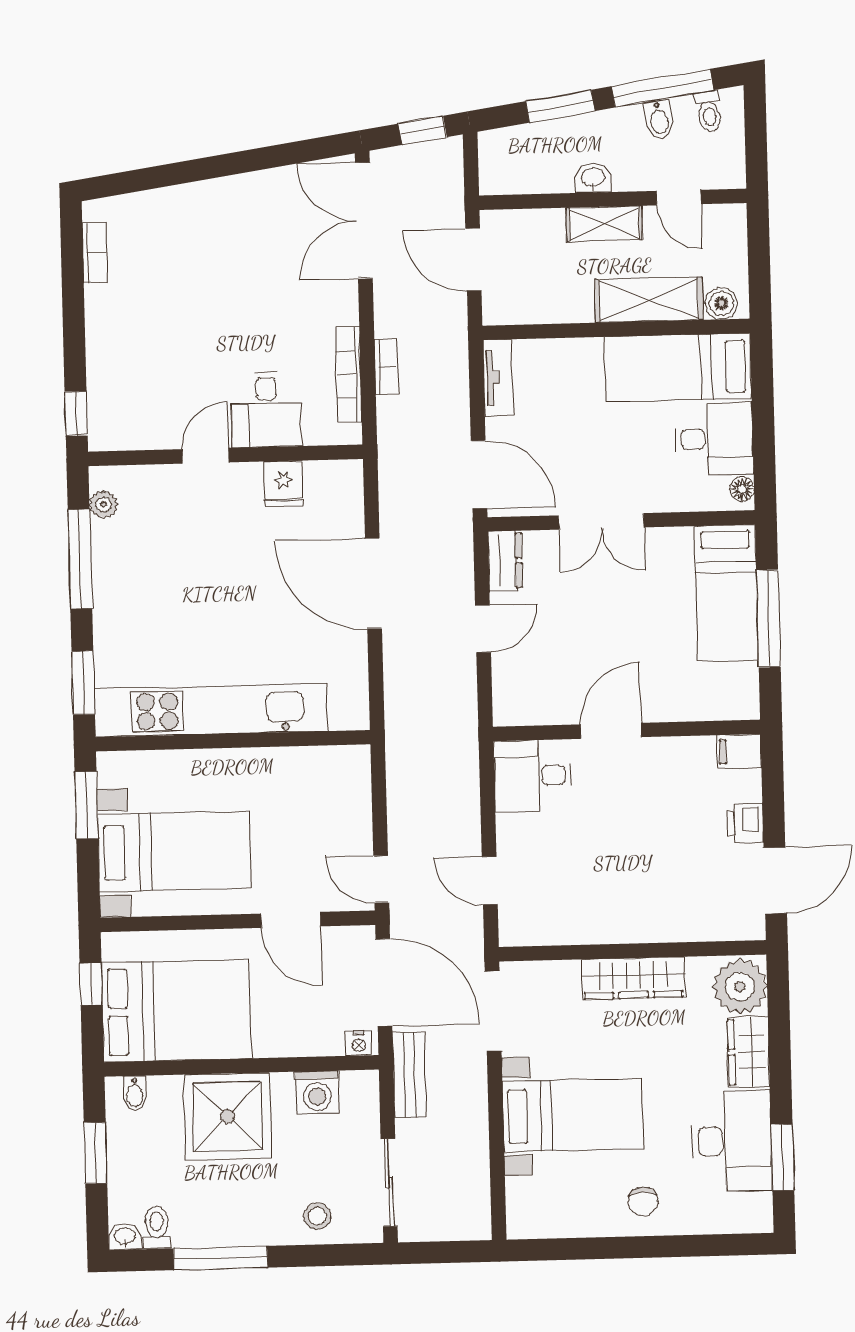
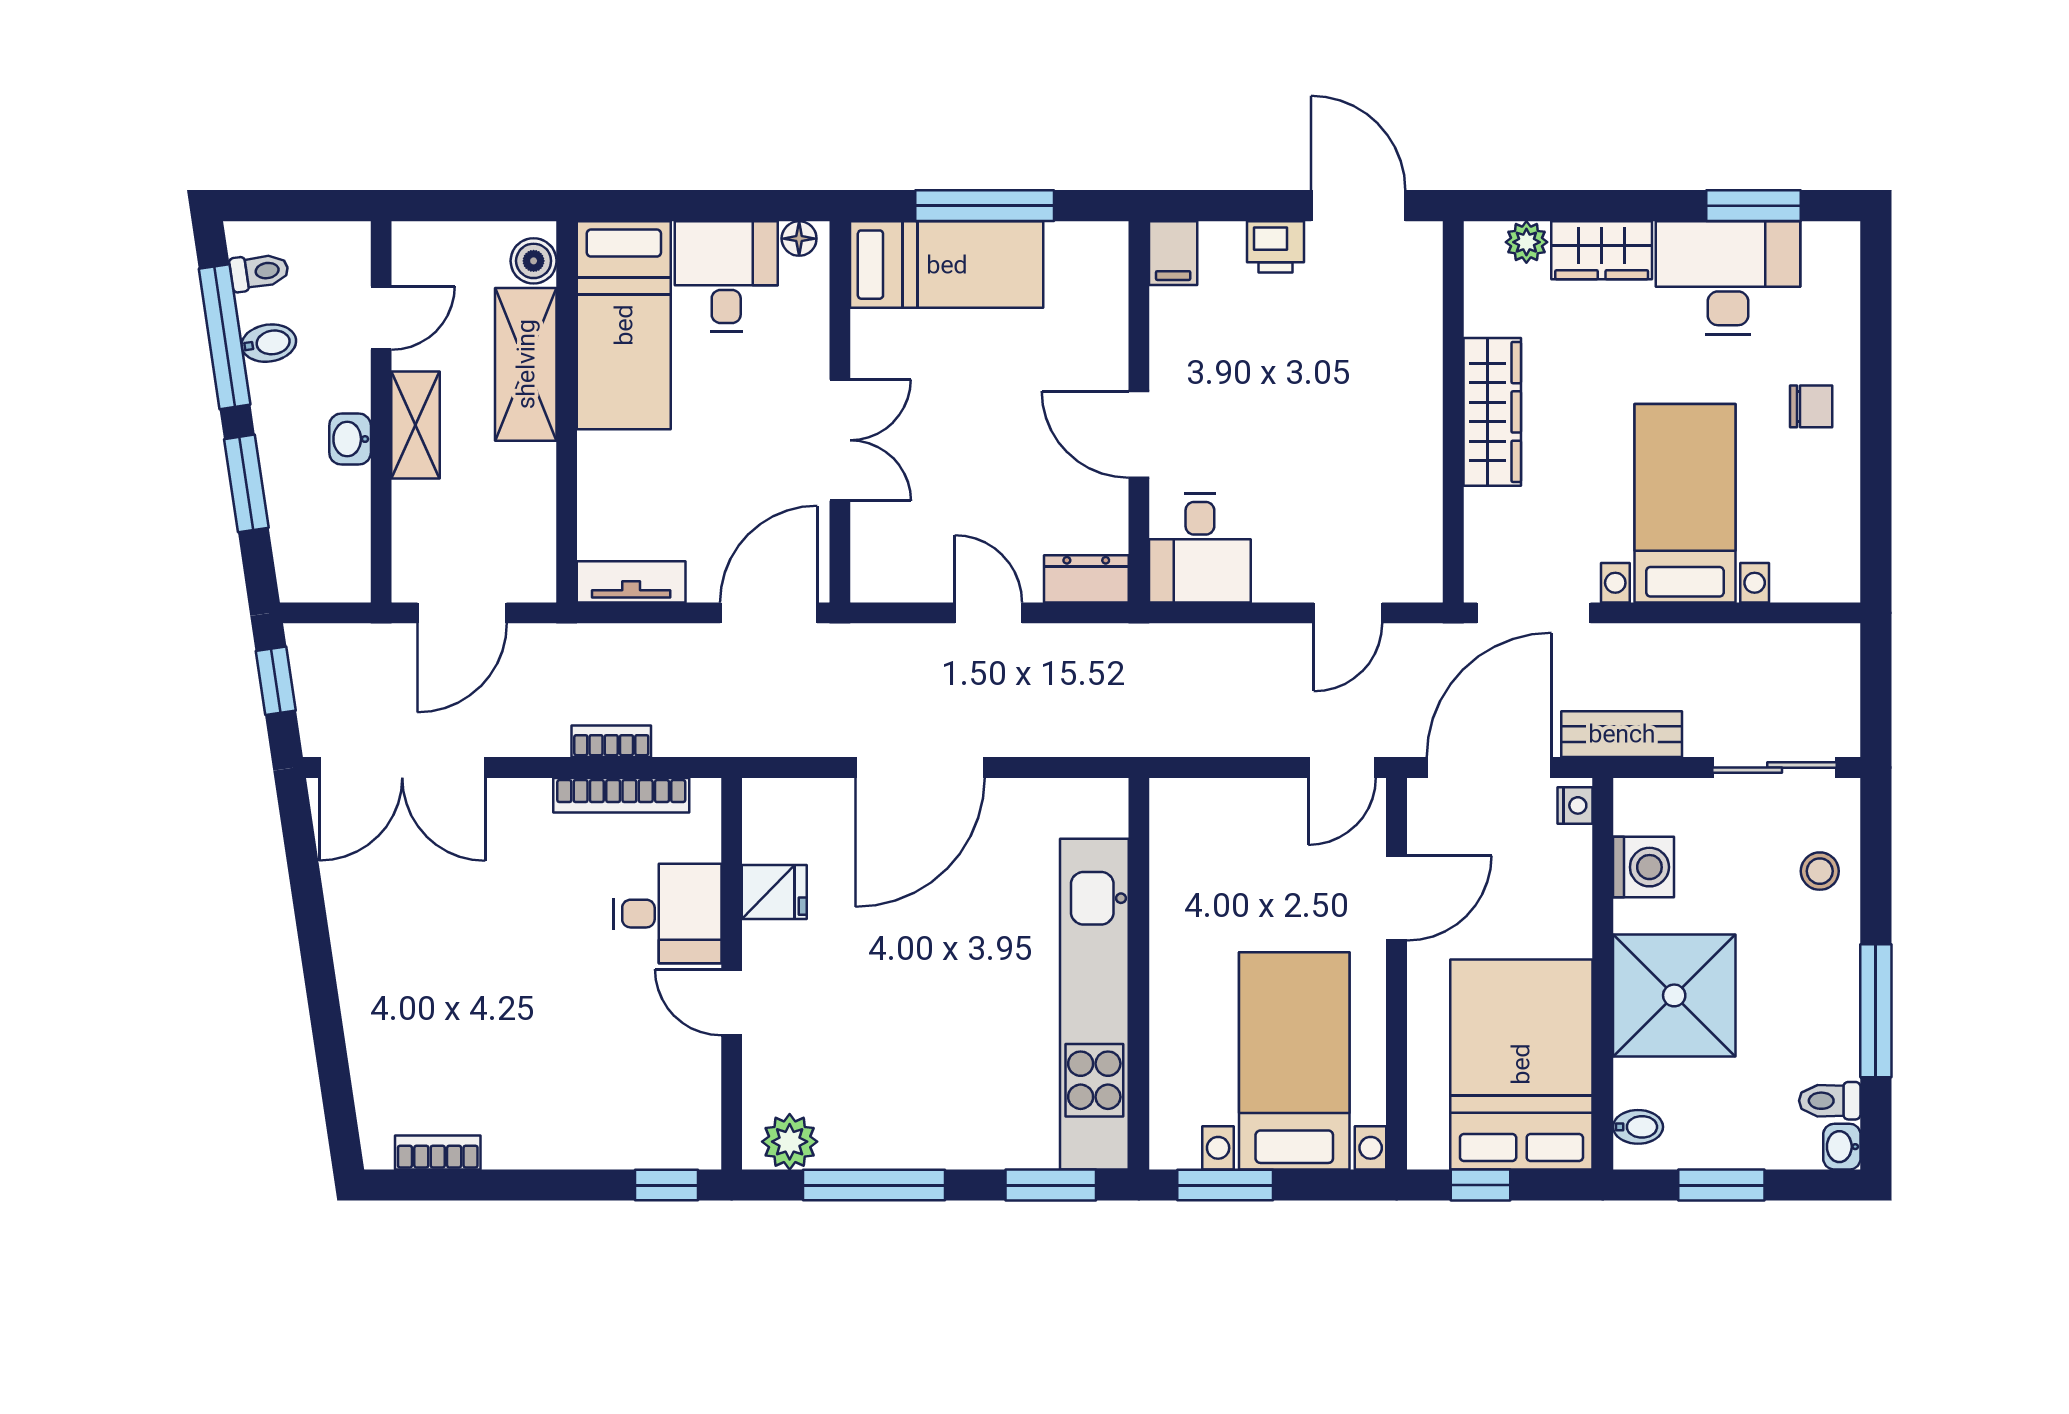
plant: (104, 504) -> (790, 1142), width x1.38, depth x1.38
dresser: (505, 561) -> (1086, 579), moved
plant: (740, 986) -> (1526, 242), width x0.53, depth x0.53

